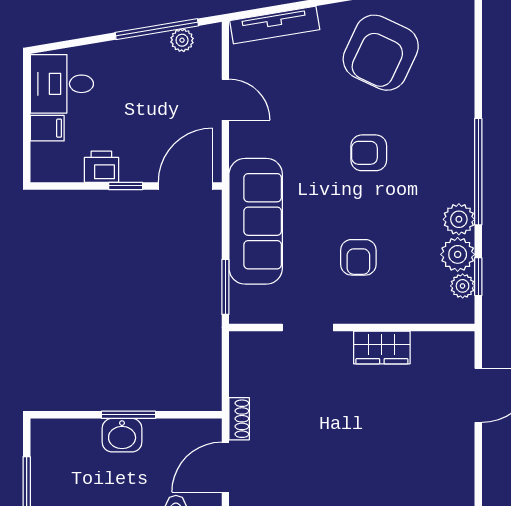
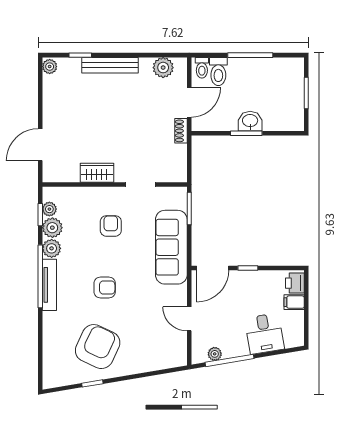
tv unit: (275, 25) -> (49, 285), moved, turned 100
desk: (62, 84) -> (264, 334), moved, turned 80
printer: (101, 167) -> (295, 283), moved, turned 90

